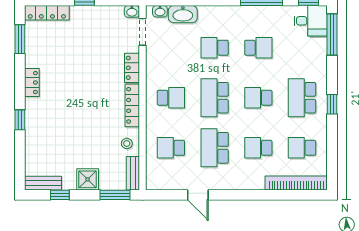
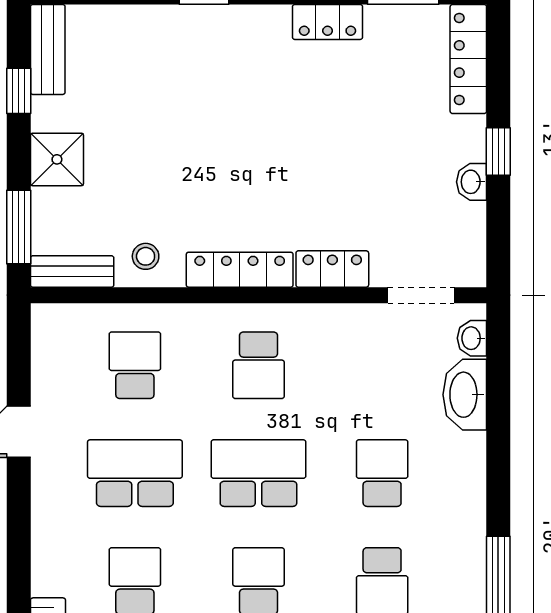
washbasin: (132, 11) -> (472, 182), moved
locker: (32, 83) -> (328, 22), moved

